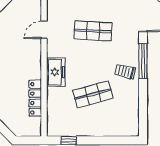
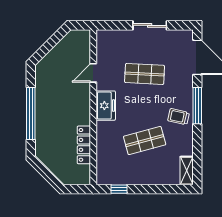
freezer: (56, 72) -> (106, 106), moved
shelving: (133, 123) -> (187, 171), added

